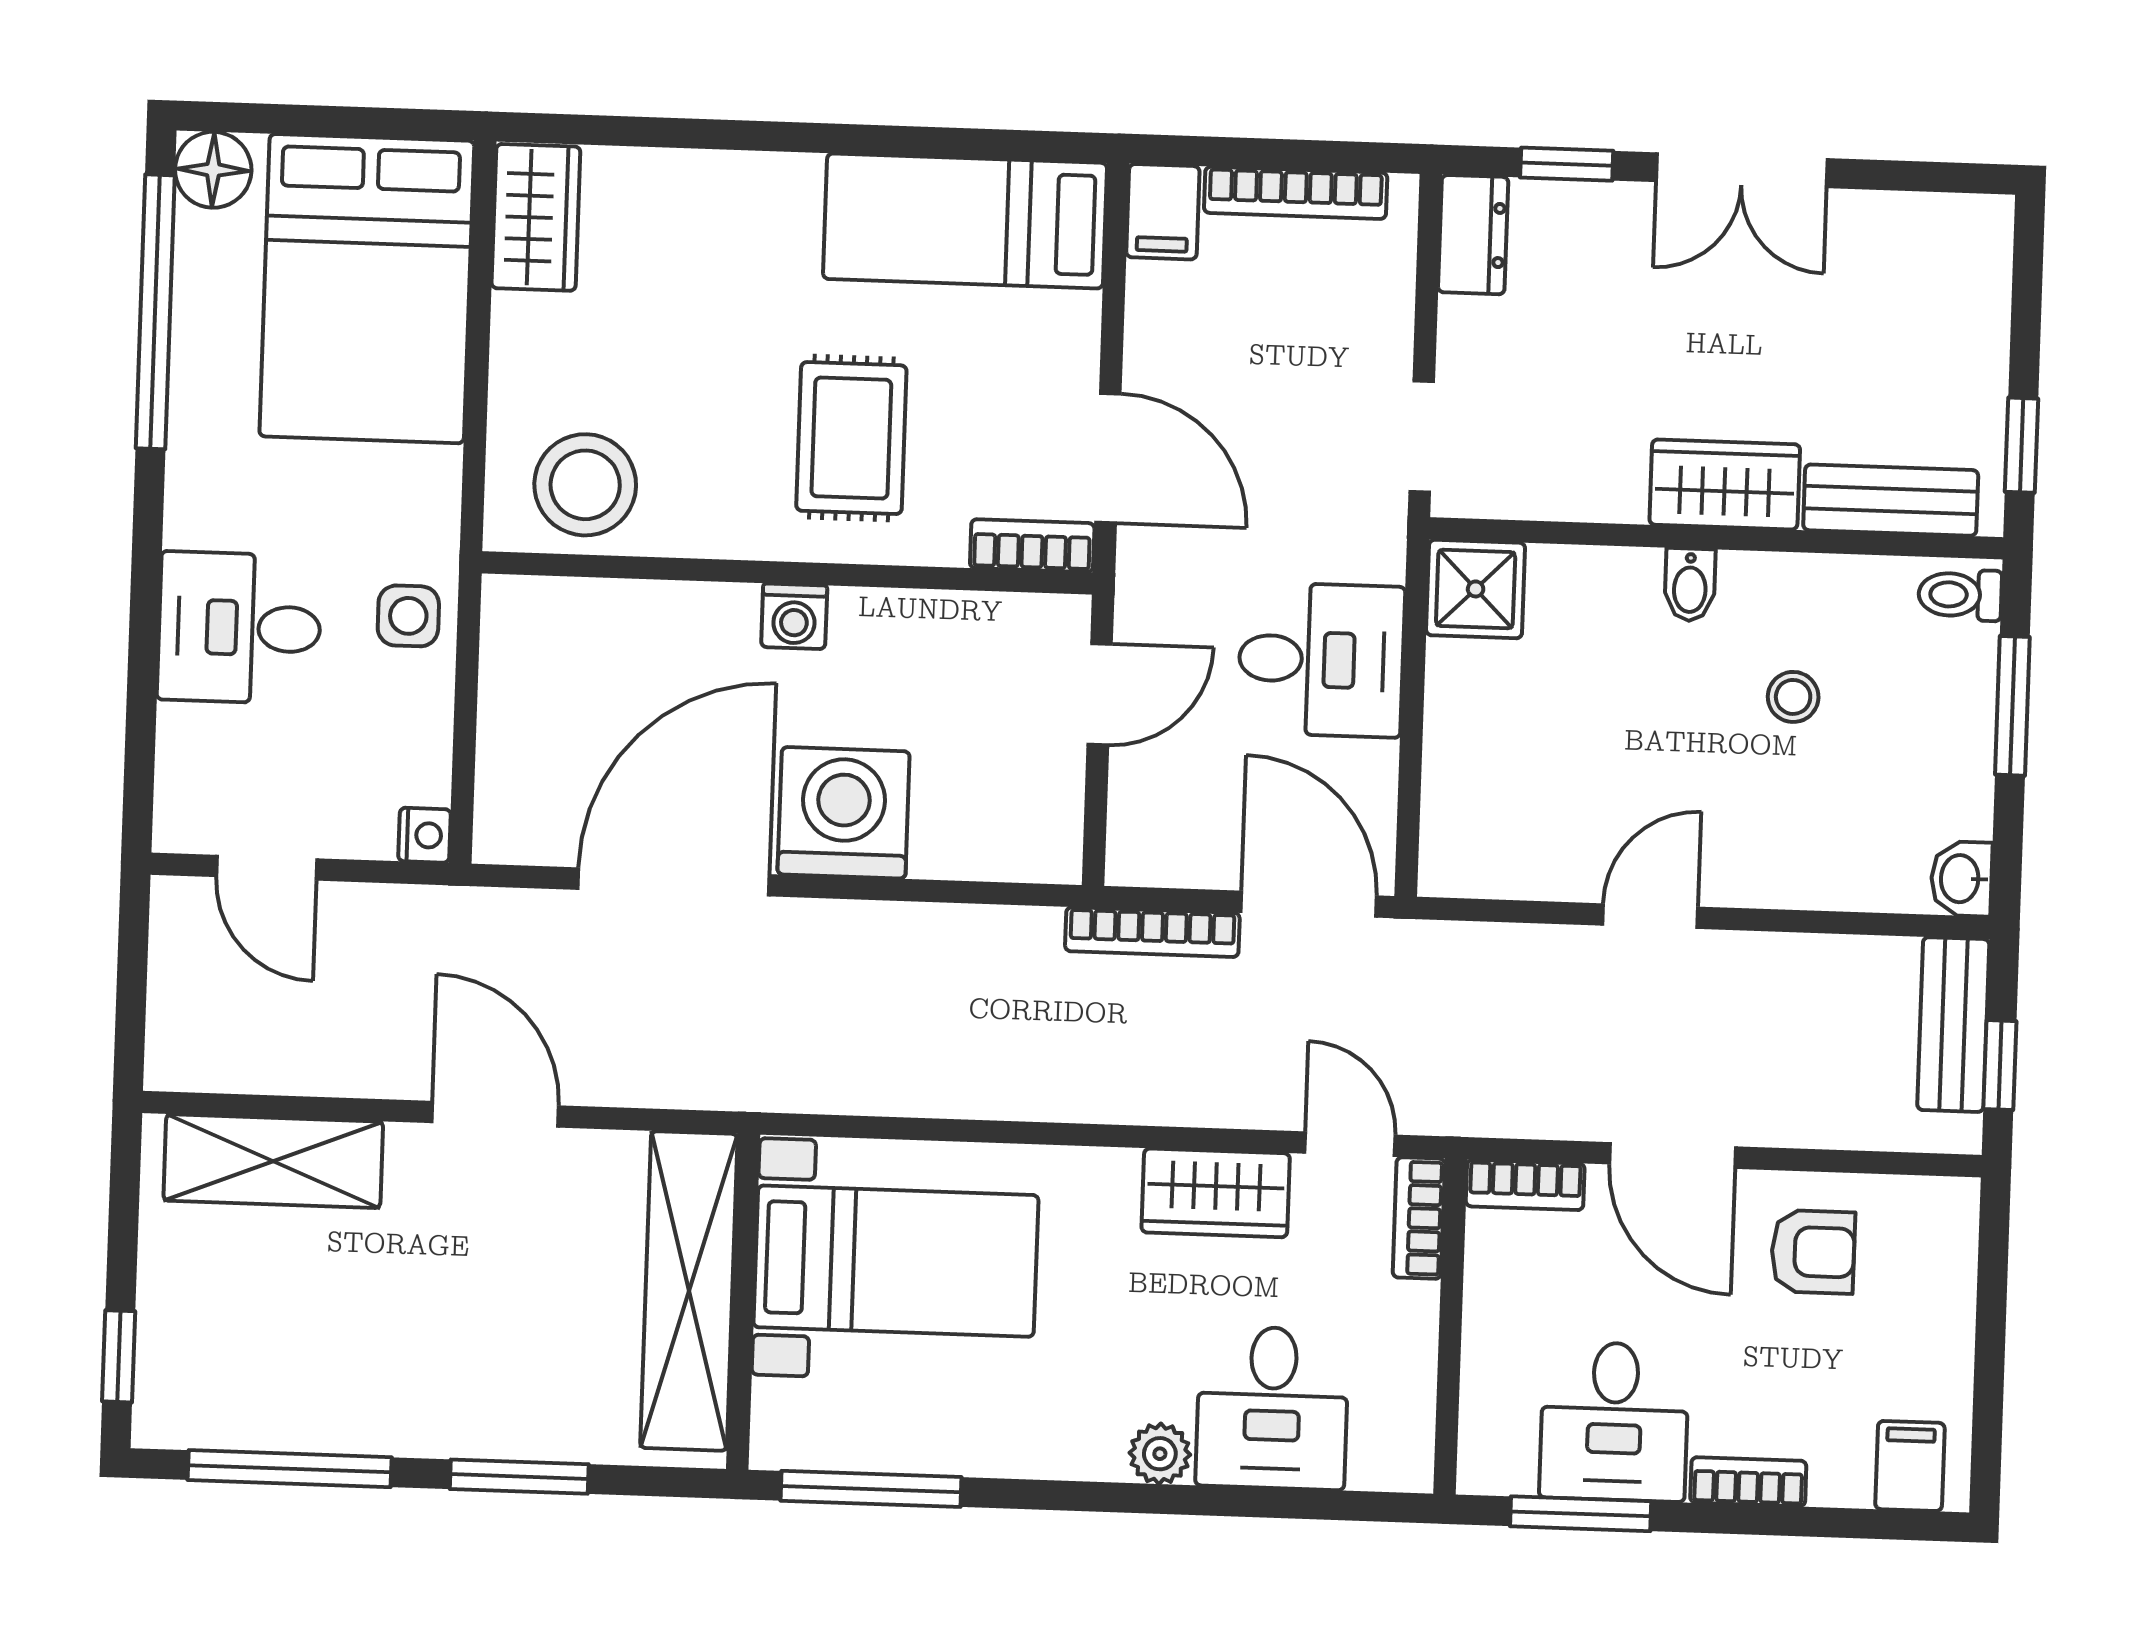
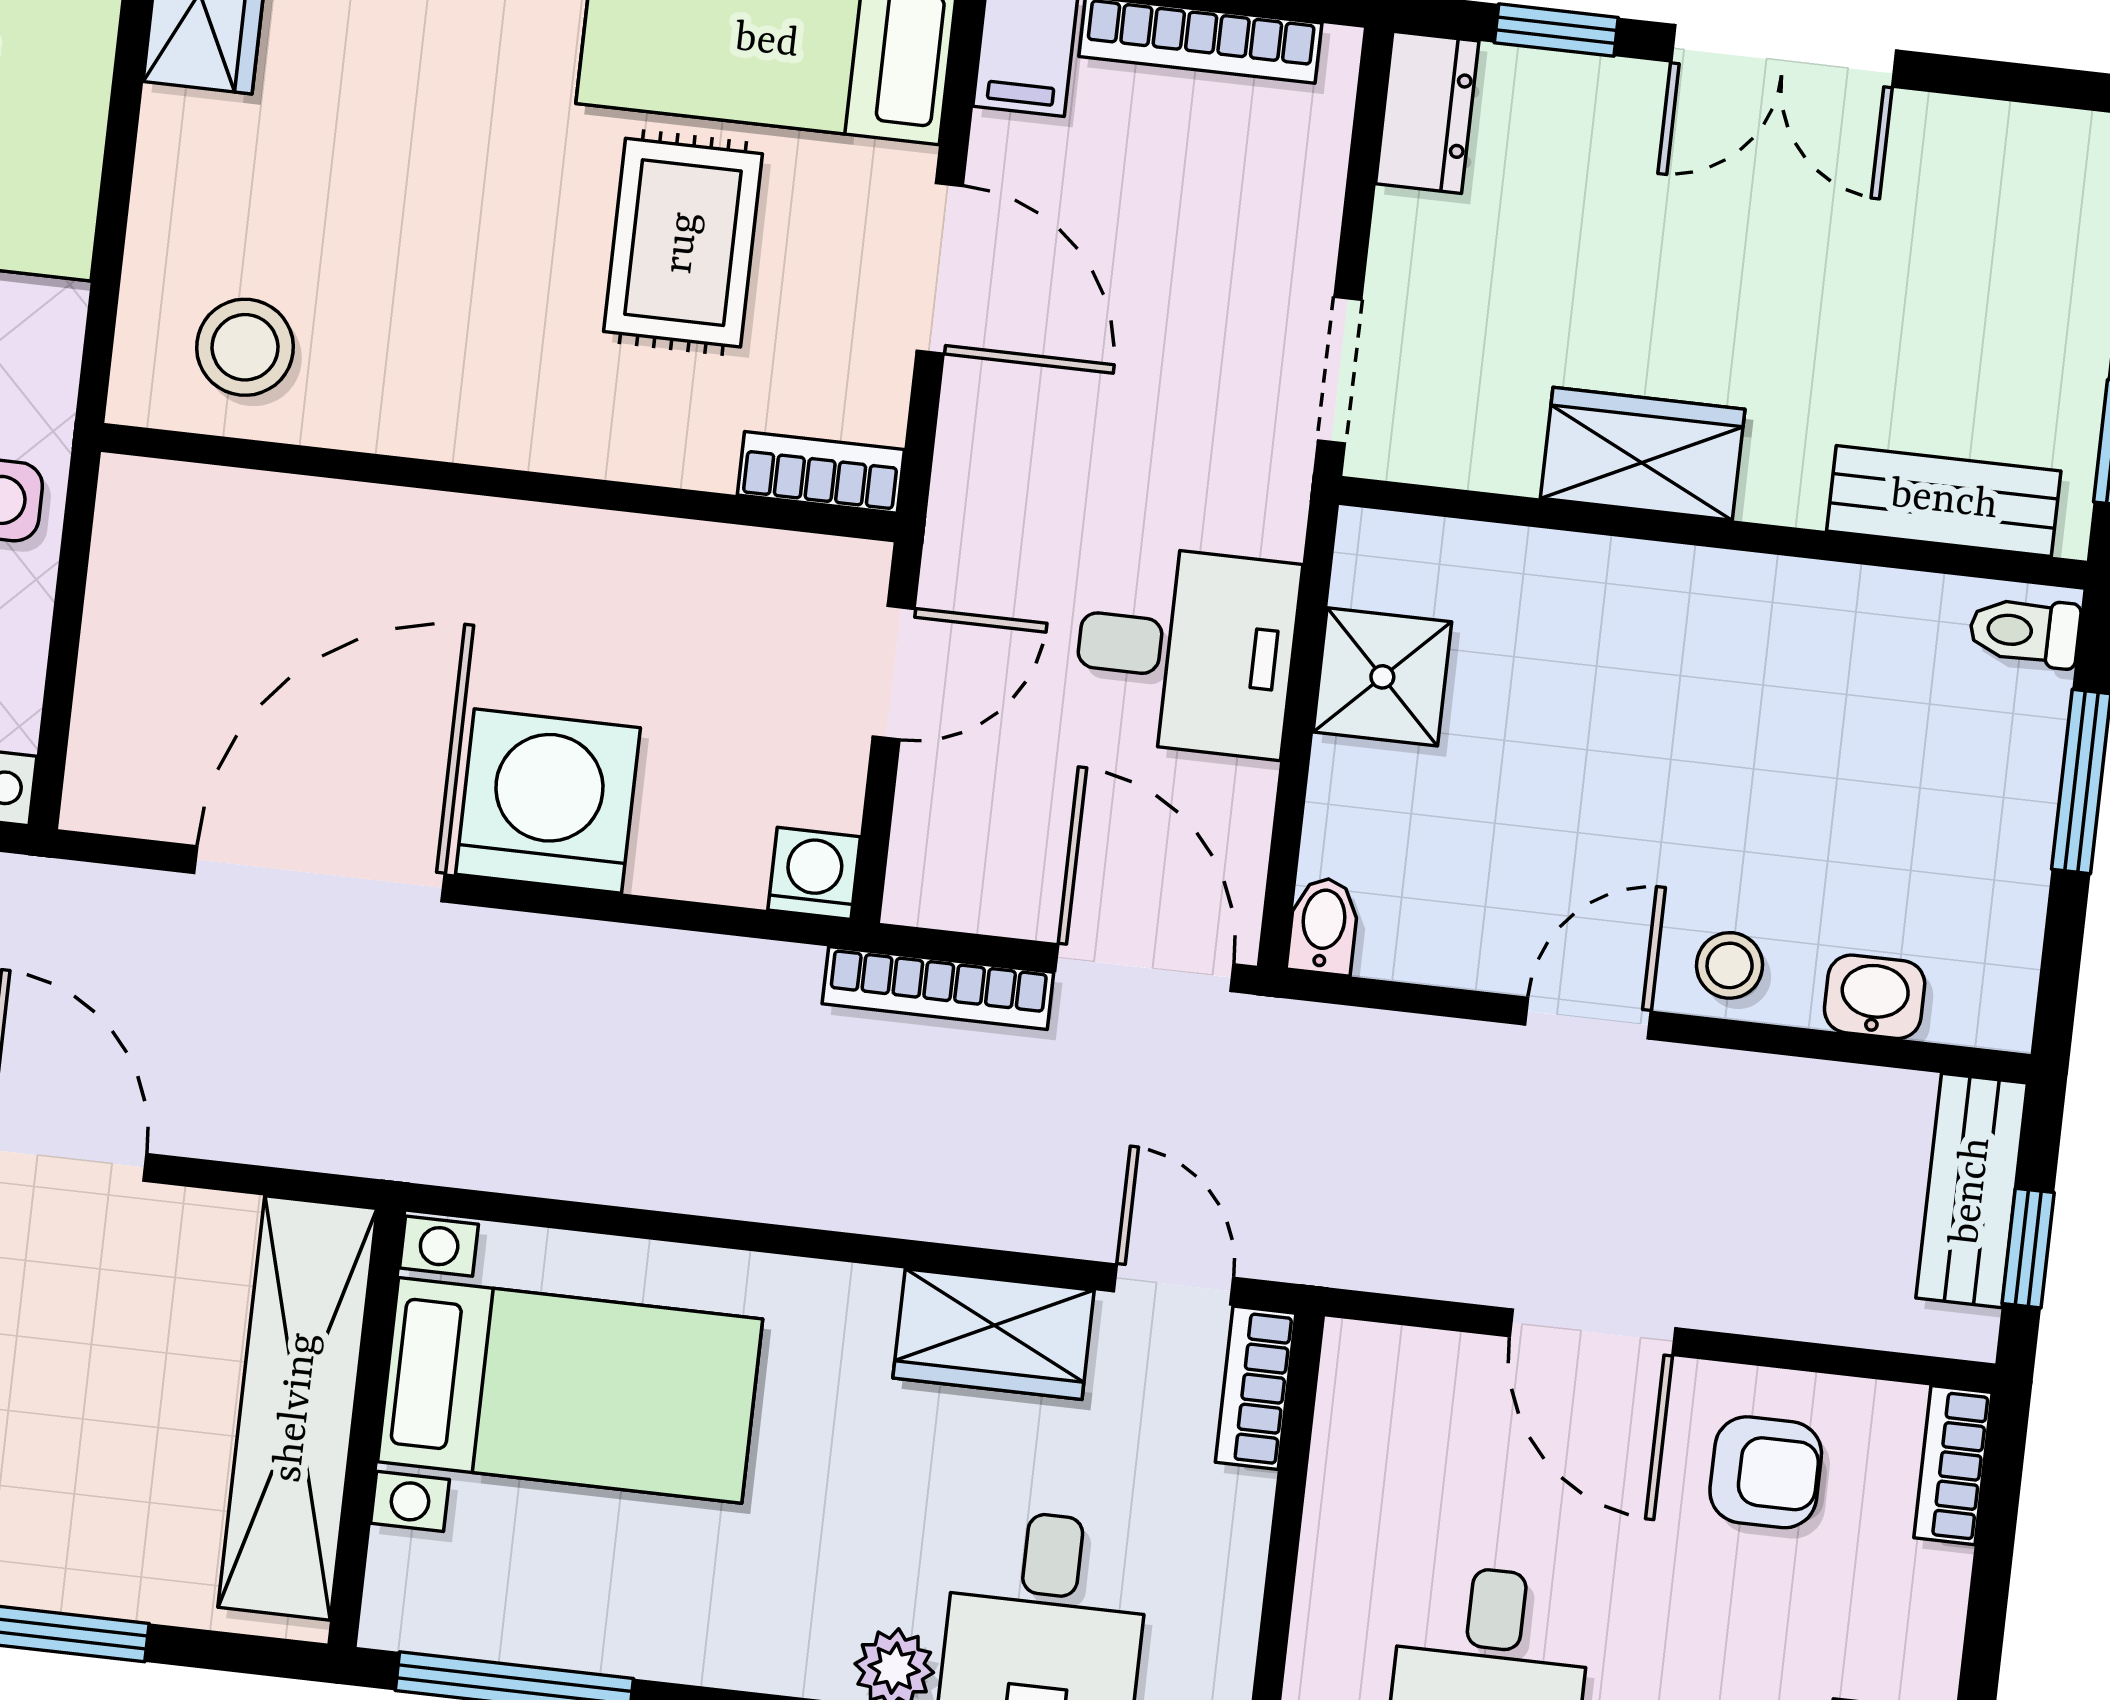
rug: (851, 438) -> (683, 243), moved
door: (1108, 458) -> (940, 268), moved
wardrobe: (1725, 484) -> (1643, 454), moved
stool: (585, 485) -> (245, 347), width x0.73, depth x0.73
bidet: (1690, 585) -> (1323, 926), moved, turned 180
shower: (1476, 589) -> (1382, 677), moved
washing machine: (794, 616) -> (814, 873), moved, turned 180
stool: (1793, 697) -> (1730, 965), moved
washbasin: (1961, 879) -> (1875, 997), moved, turned 90
bookcase: (1525, 1185) -> (1953, 1465), moved, turned 90

